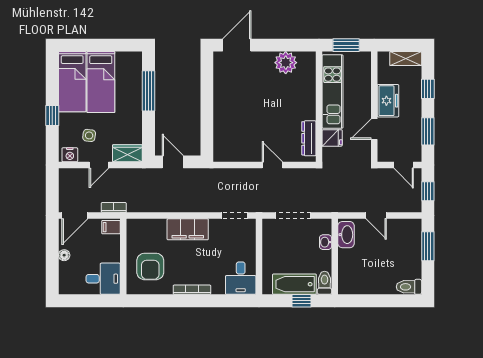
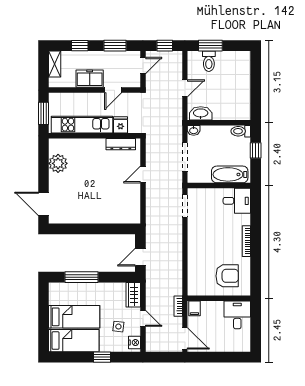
door: (374, 129) -> (113, 90), hinge flipped
filing cabinet: (188, 229) -> (196, 245), removed
washbasin: (326, 242) -> (194, 130), moved
floor lamp: (64, 255) -> (218, 347), removed
bathtub: (294, 284) -> (230, 174), moved, turned 90
toilet: (409, 287) -> (209, 61), moved

